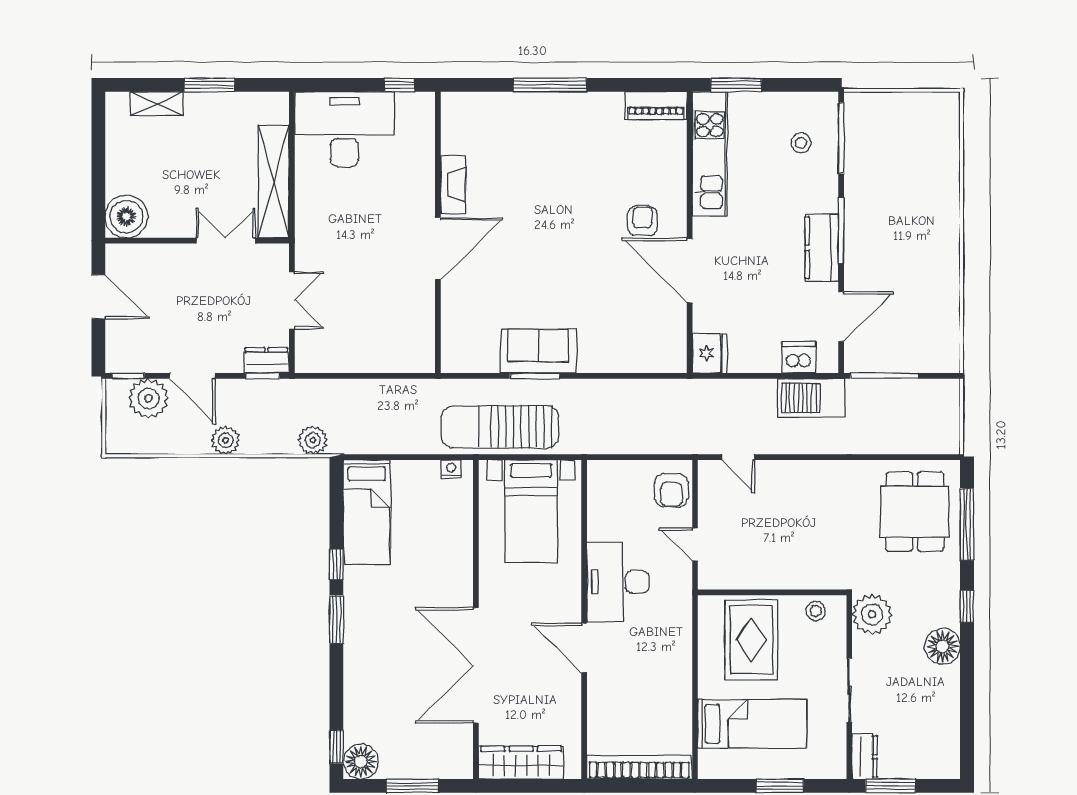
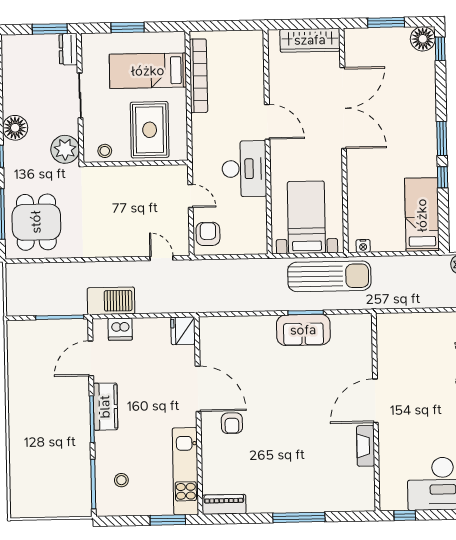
bookcase: (639, 767) -> (199, 76), moved, turned -90

